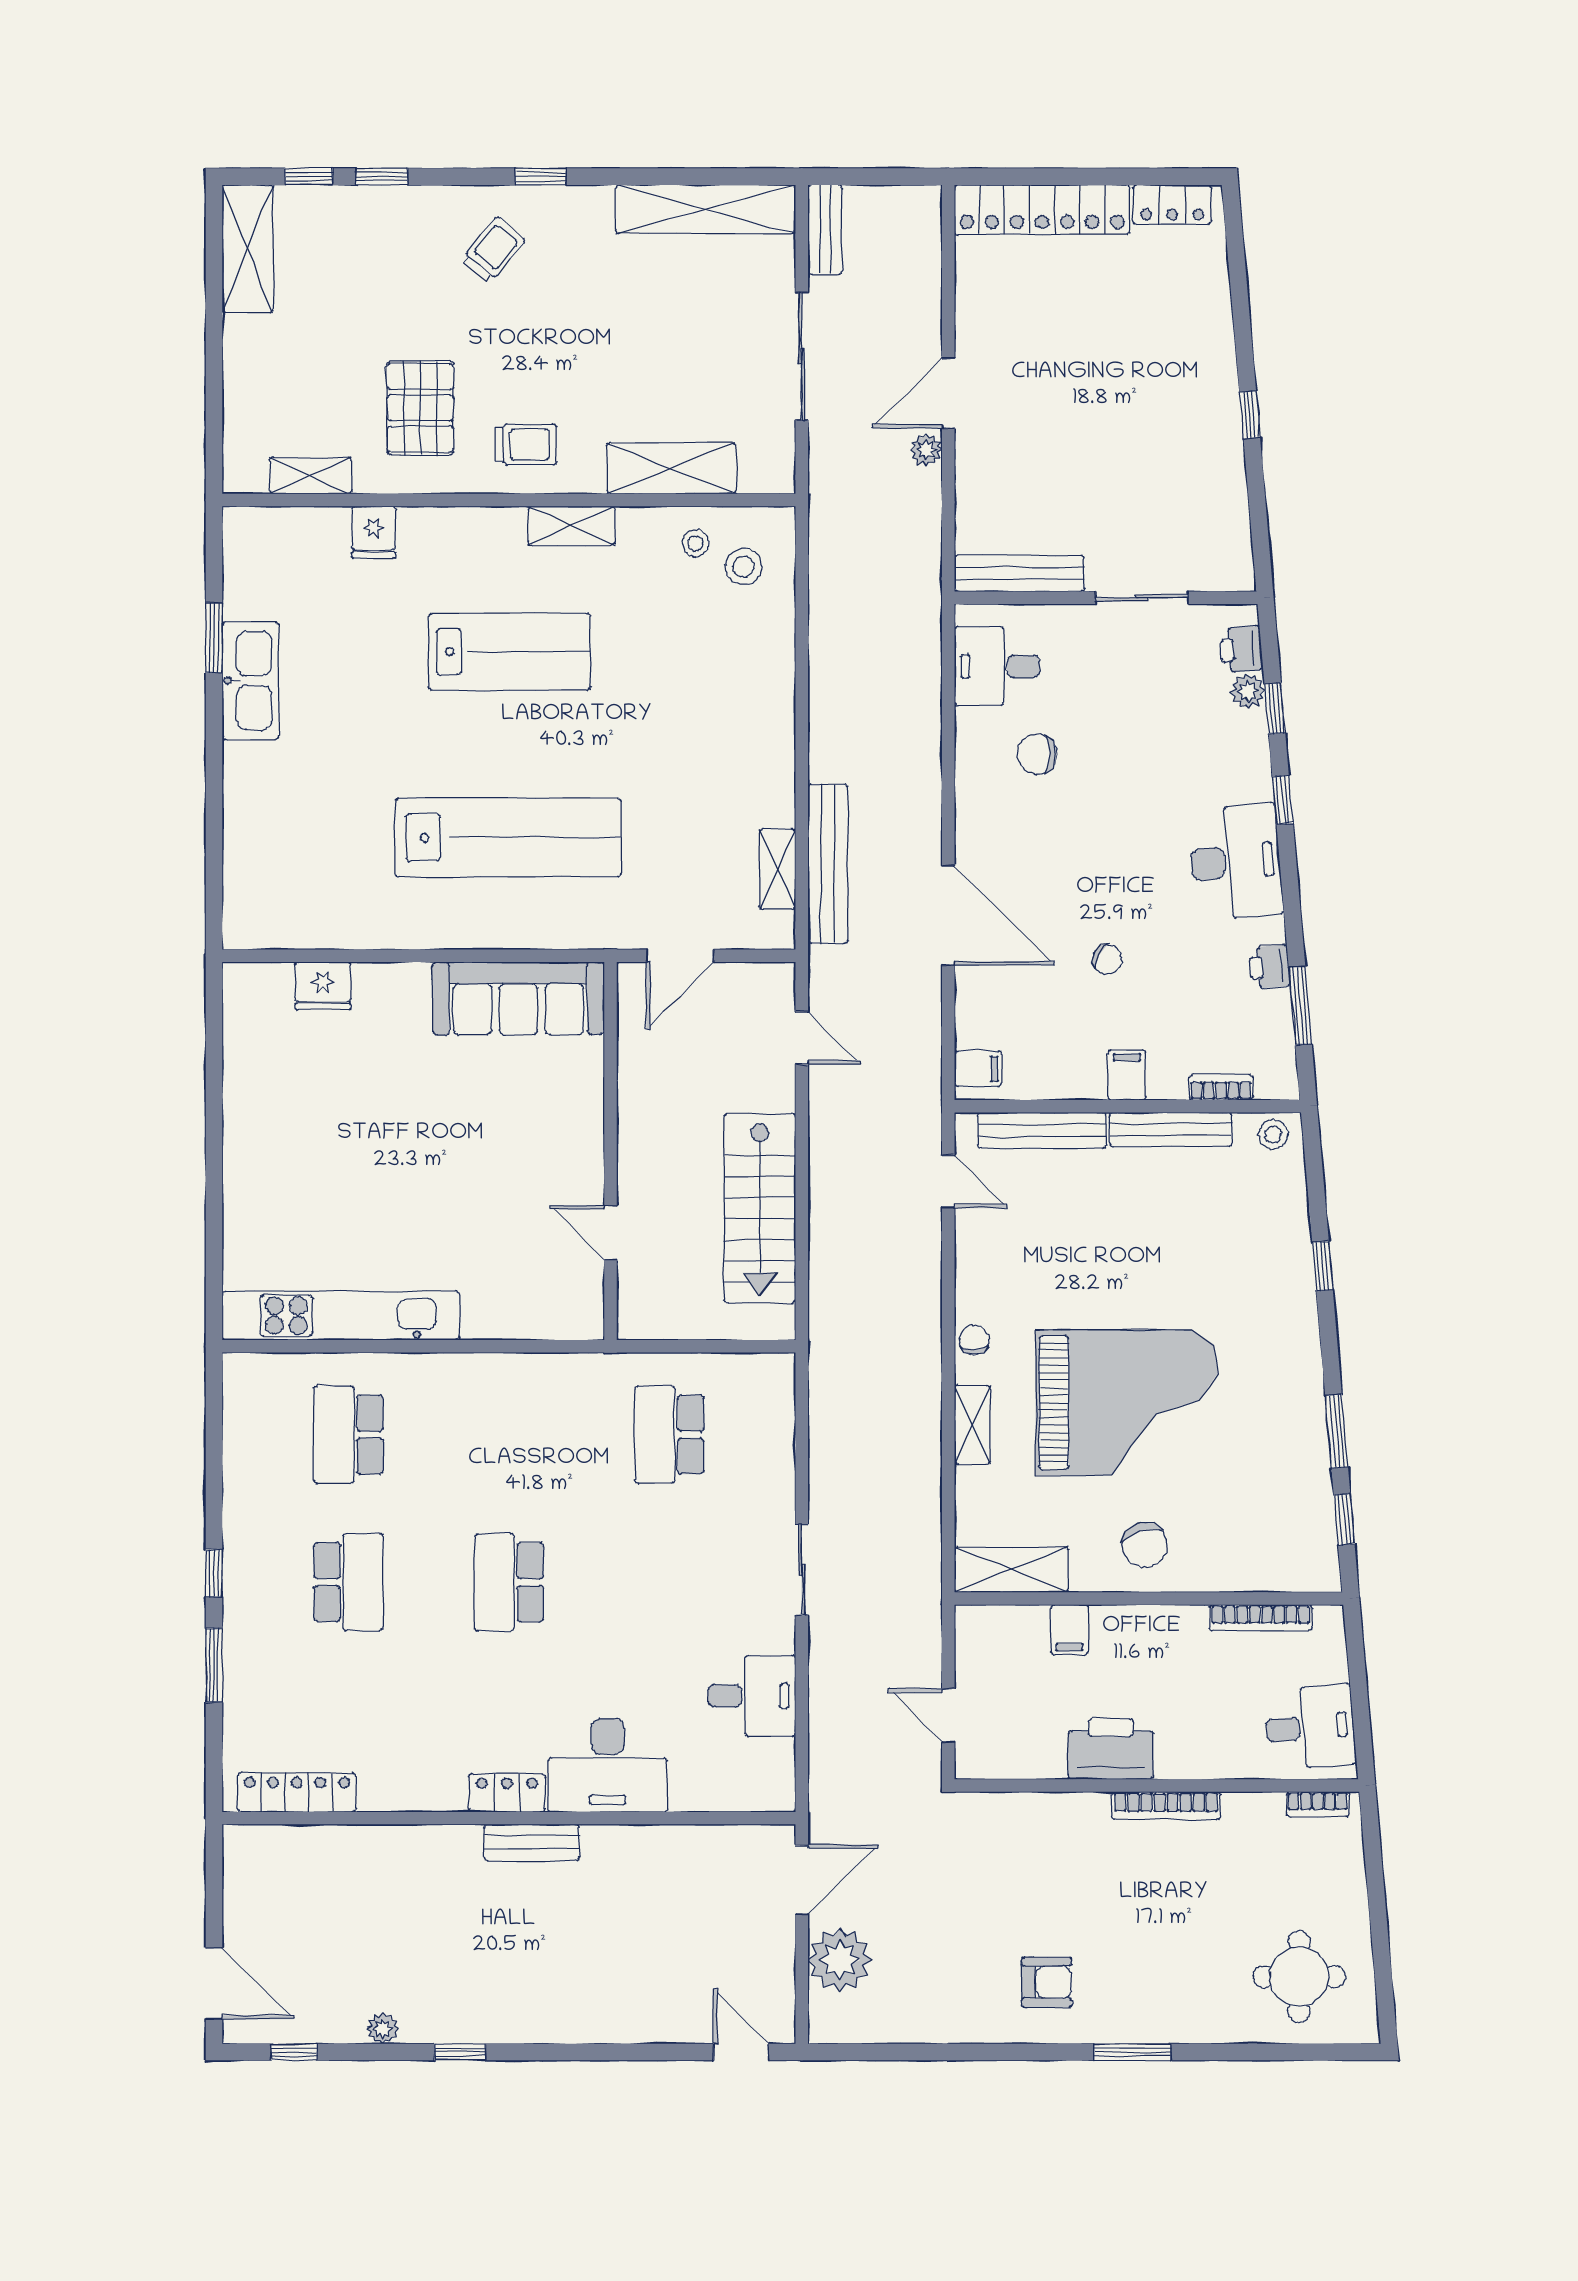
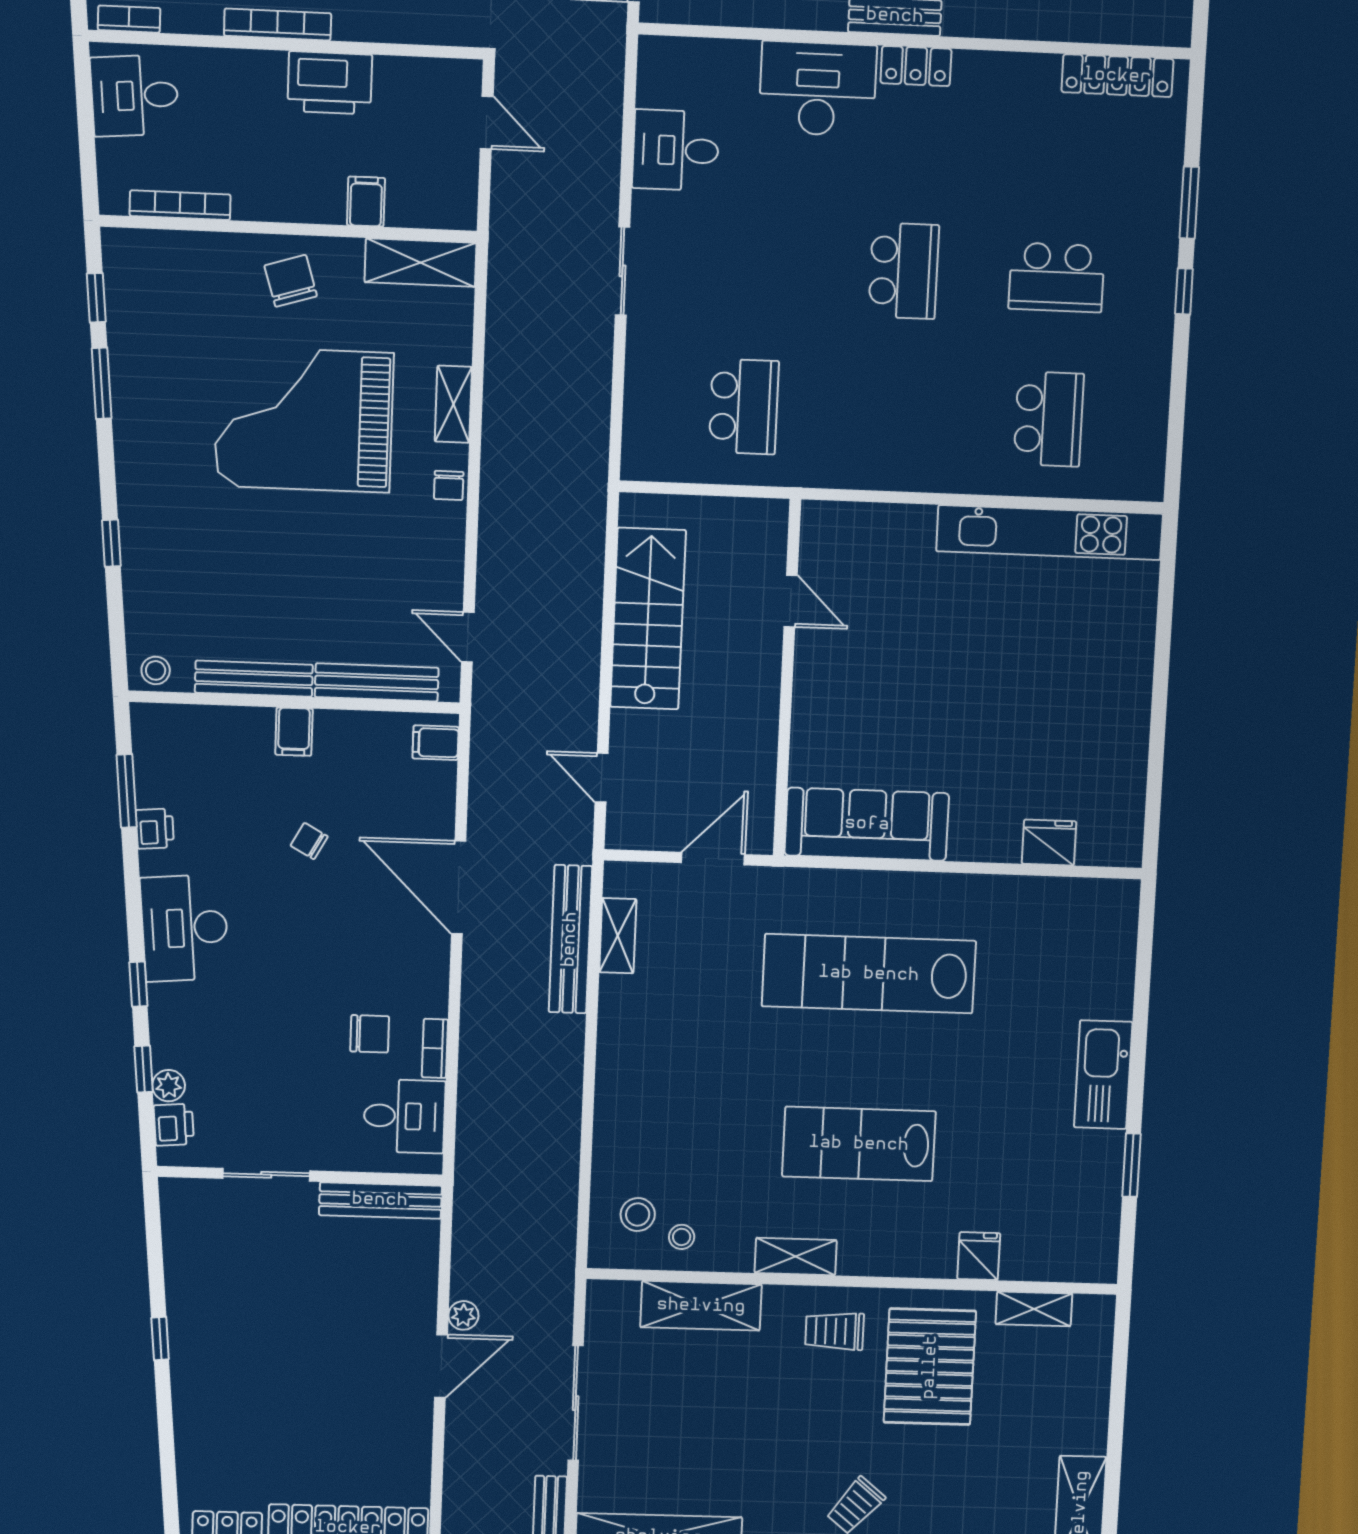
pallet: (420, 408) -> (930, 1367), width x1.37, depth x1.41
kitchen sink: (250, 681) -> (1103, 1075), moved
bookcase: (1221, 1087) -> (435, 1048), moved, turned 90
school desk: (348, 1582) -> (1057, 277), turned -90

